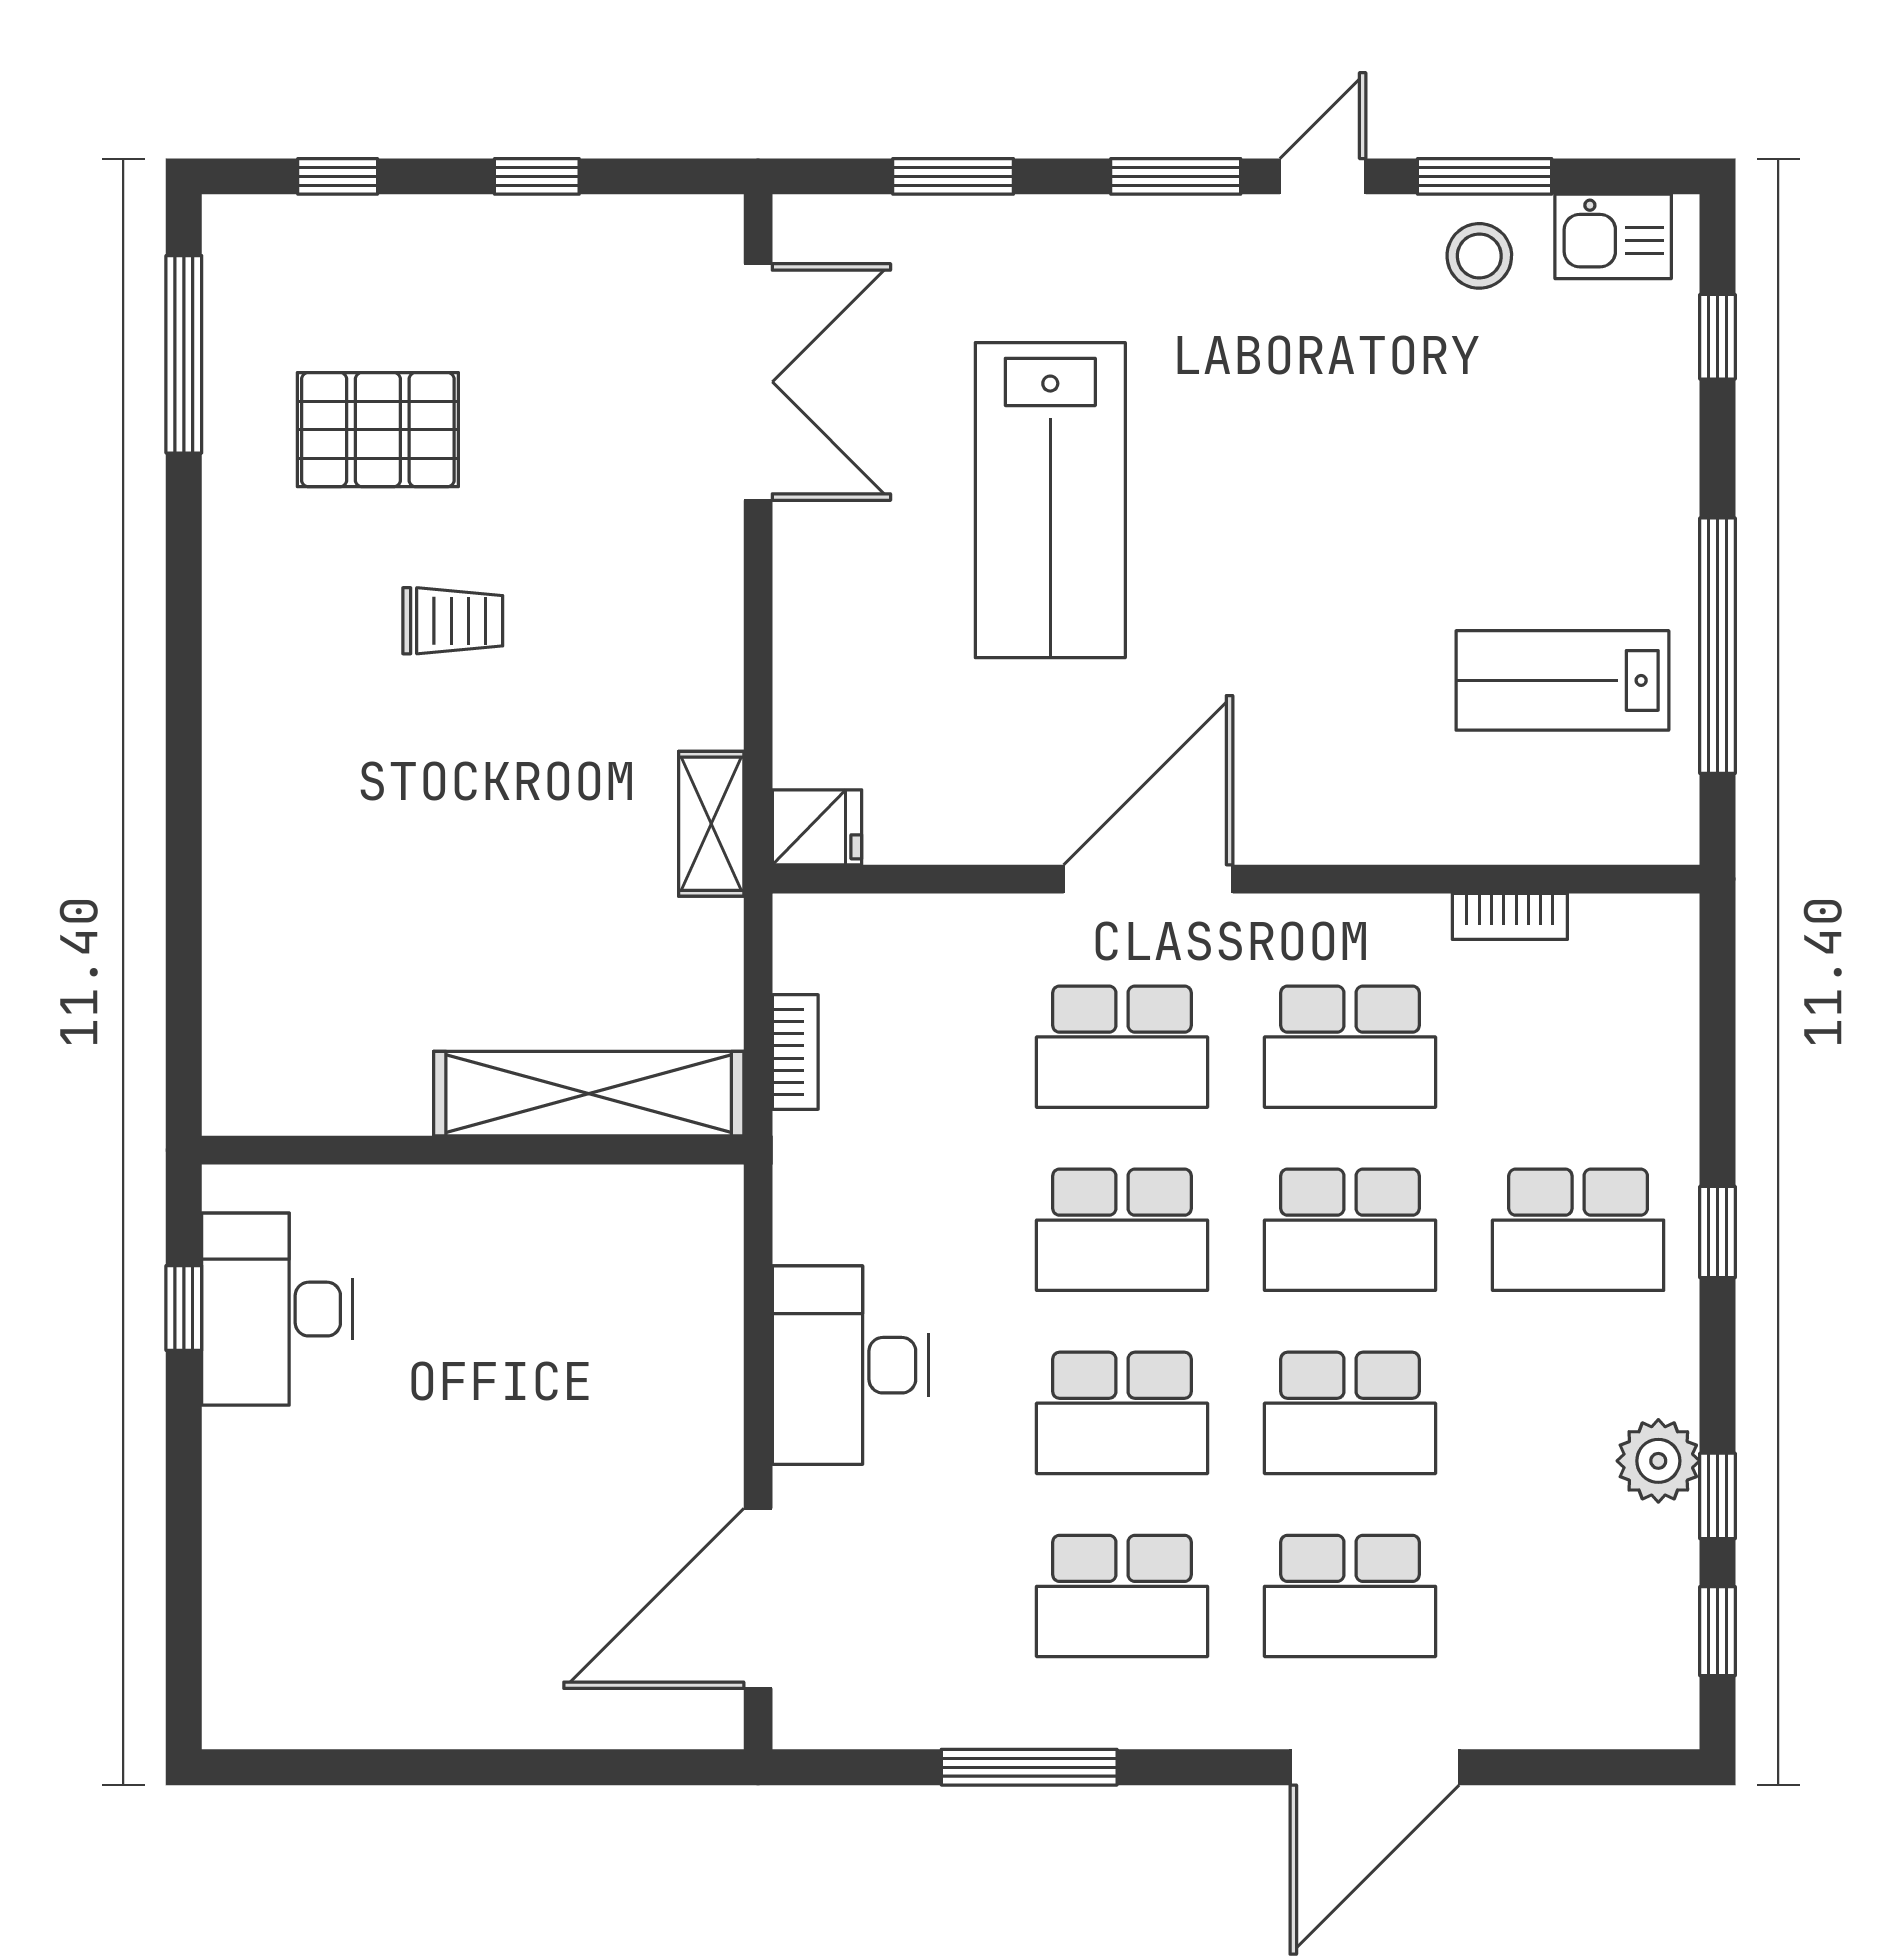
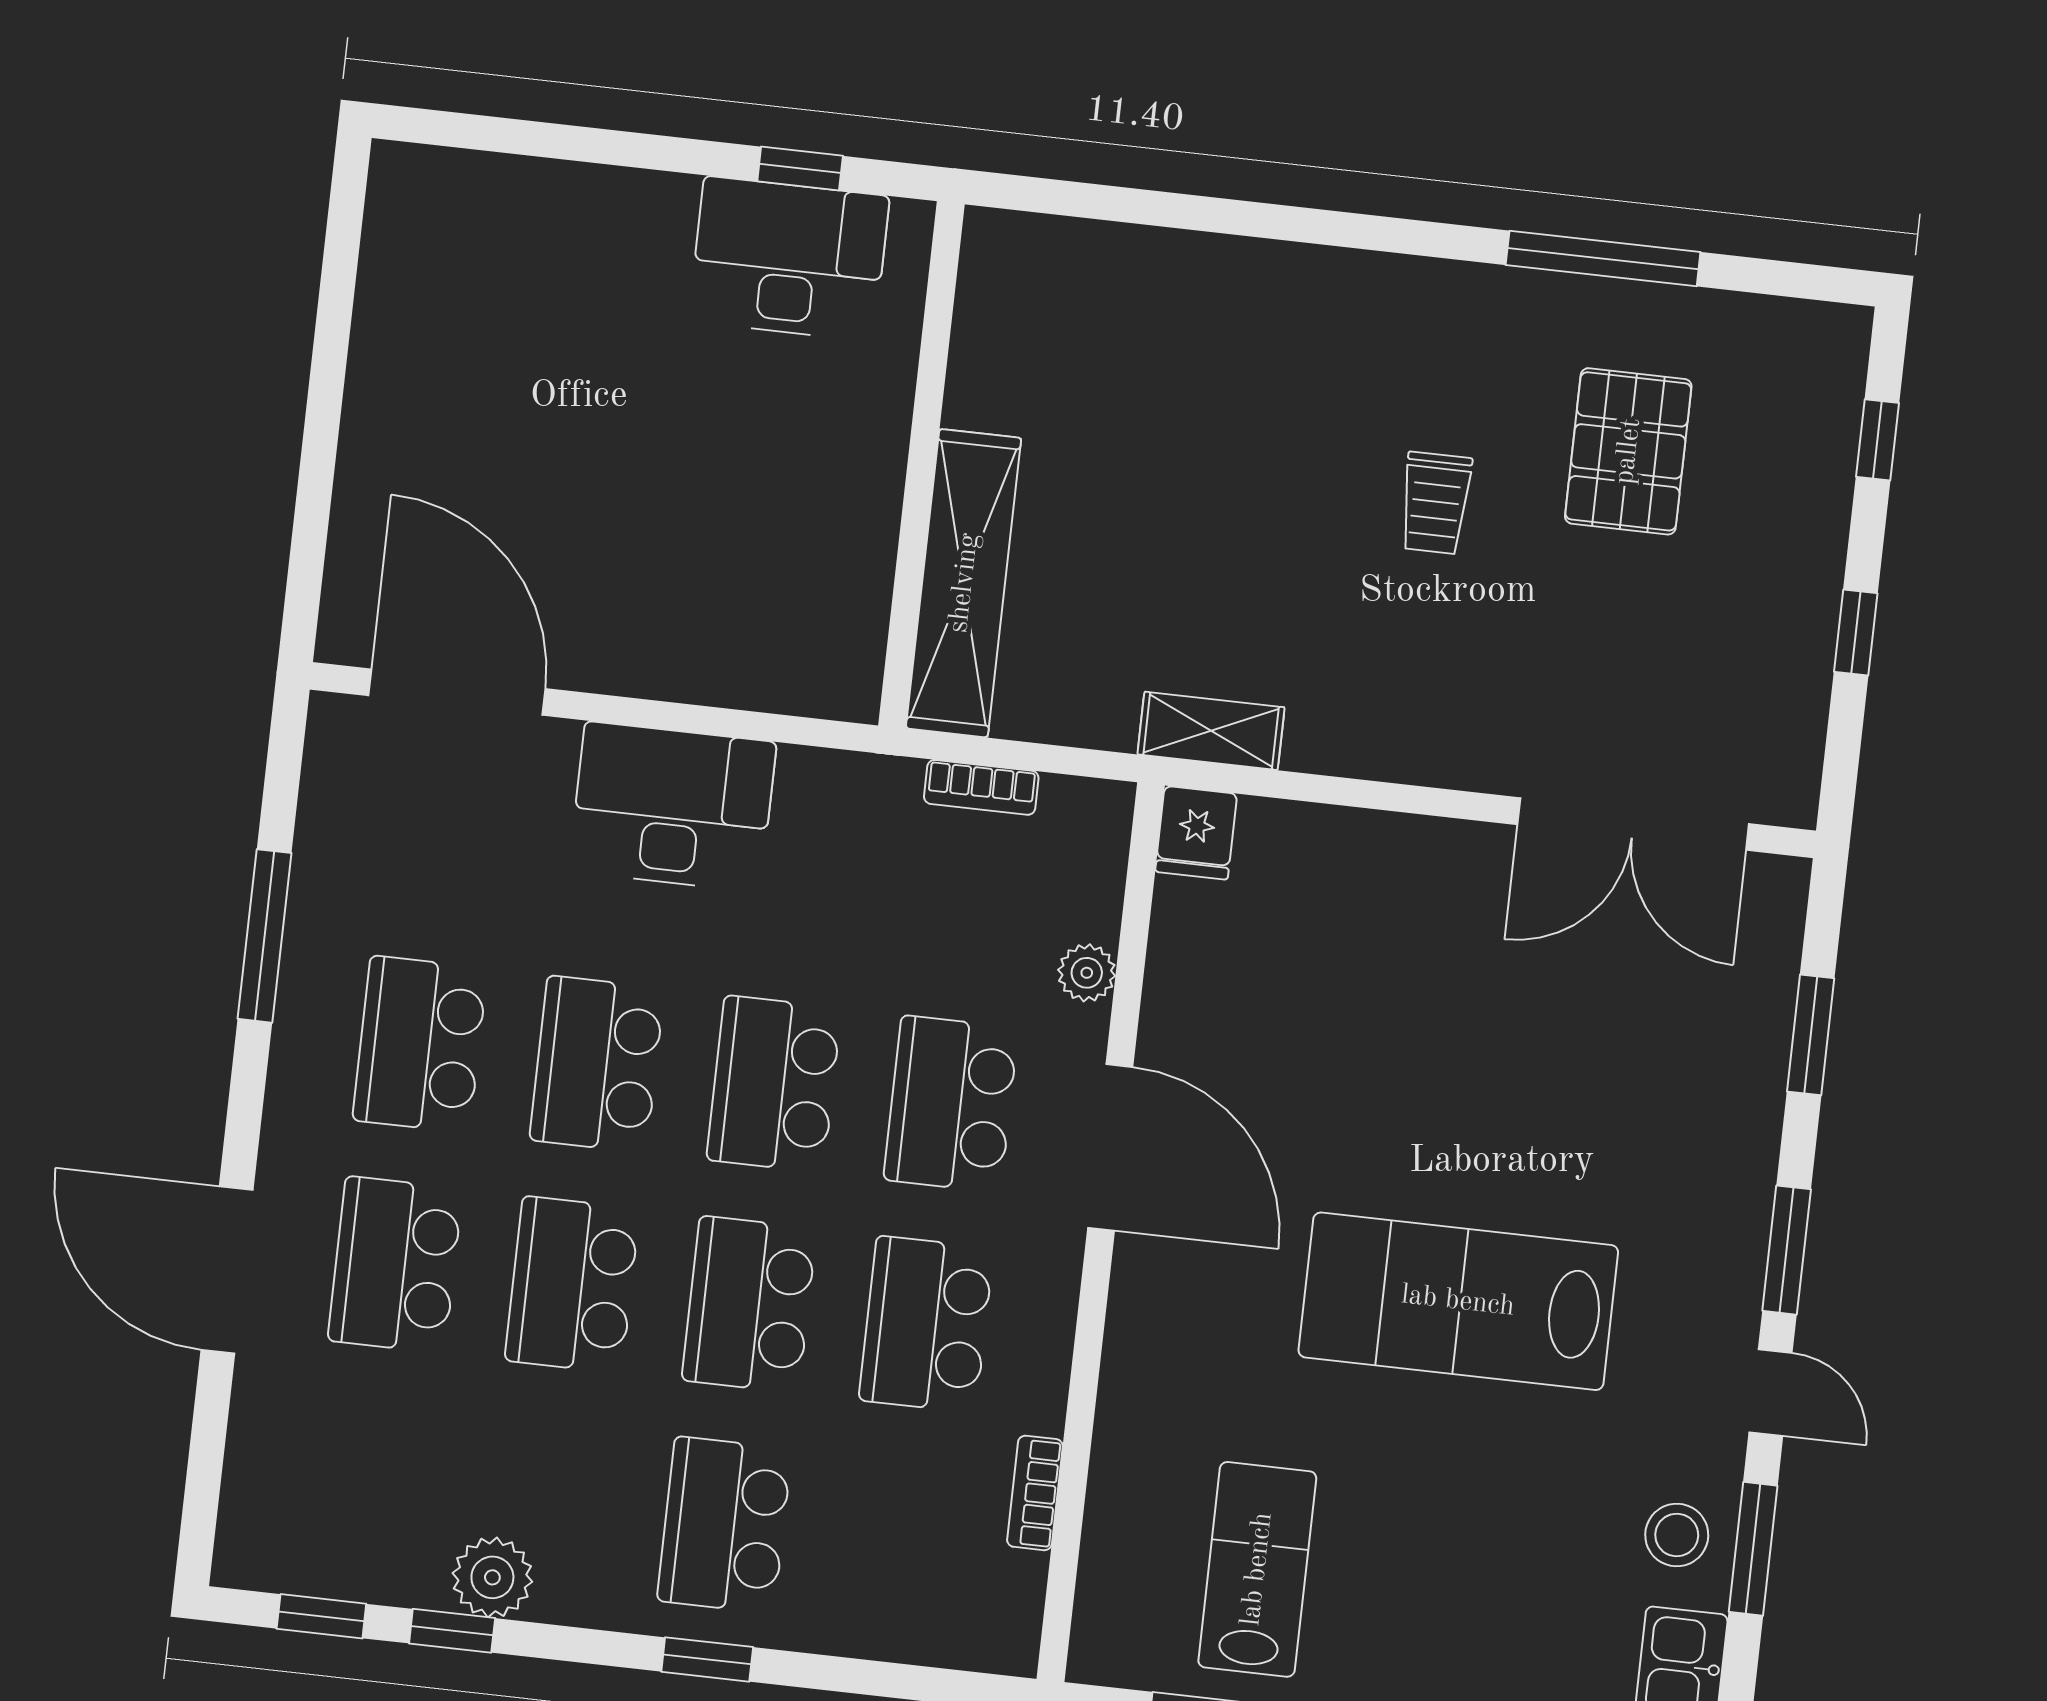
window: (184, 354) -> (1603, 259), moved
lab bench: (1050, 500) -> (1458, 1301), moved
plant: (973, 923) -> (1087, 973), added

